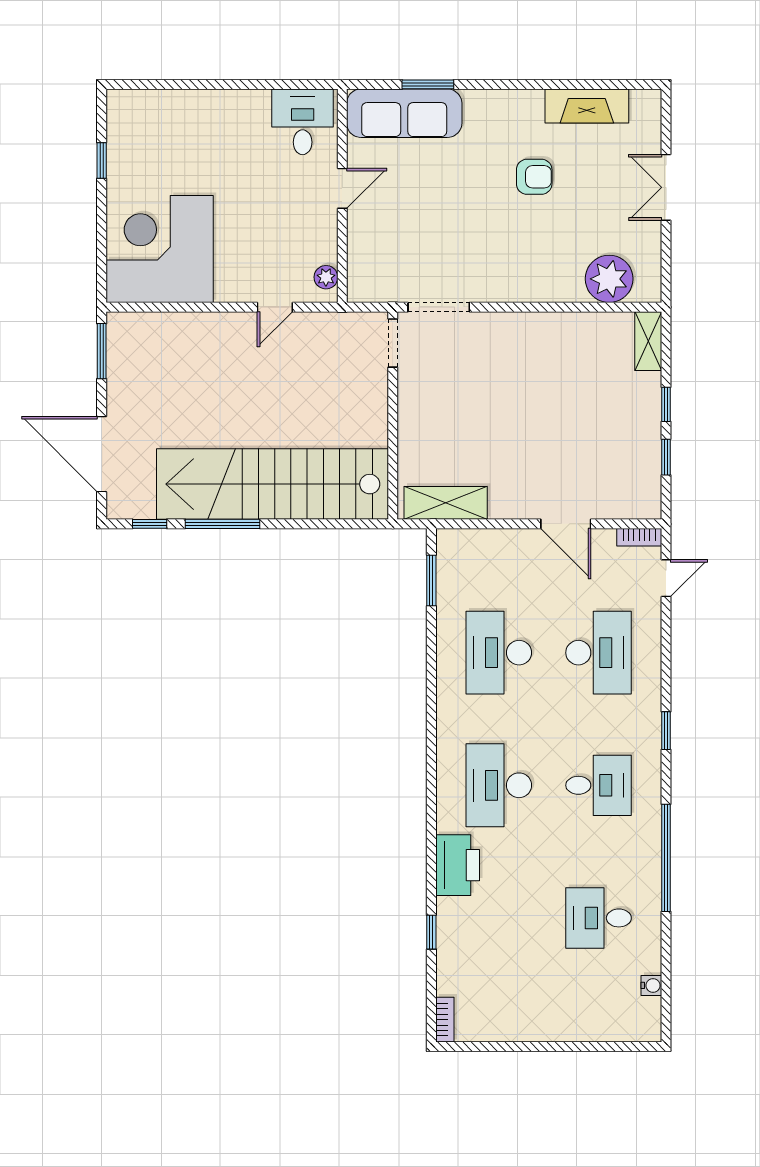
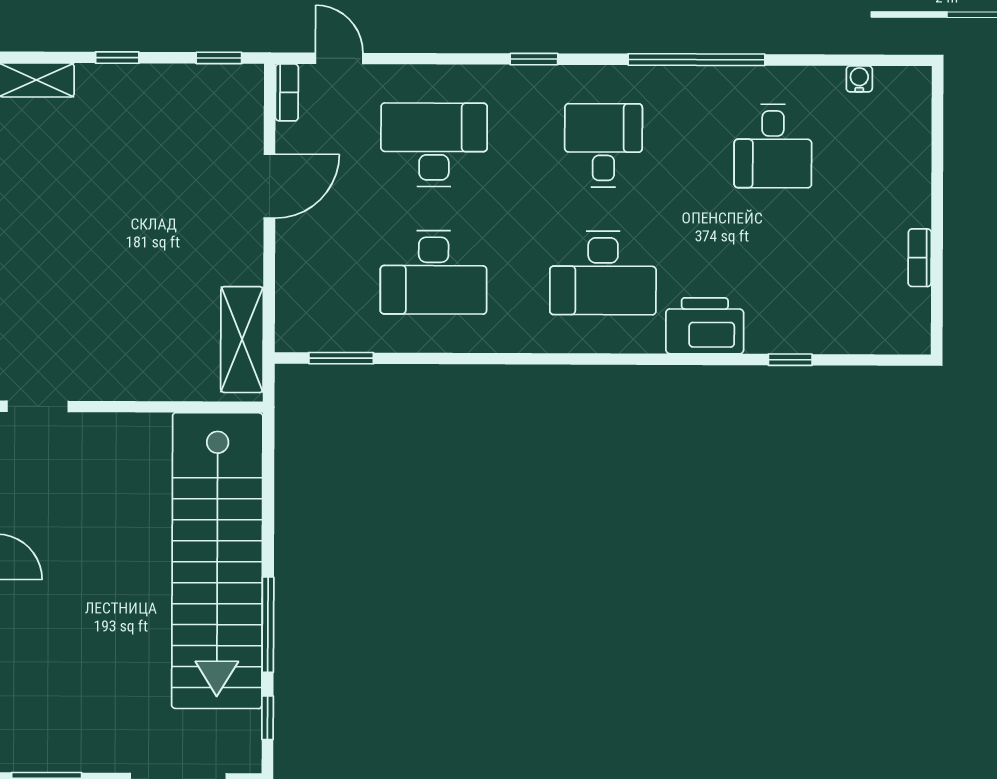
window: (666, 457) -> (219, 58), moved
bookcase: (445, 1020) -> (920, 258), moved, turned -90

